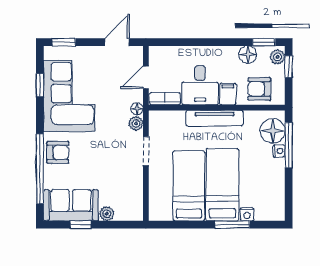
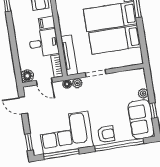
floor lamp: (248, 55) -> (27, 76), moved
window: (40, 85) -> (61, 154), width x2.17
tv unit: (215, 118) -> (69, 55), moved
armchair: (58, 152) -> (106, 134), turned 90

